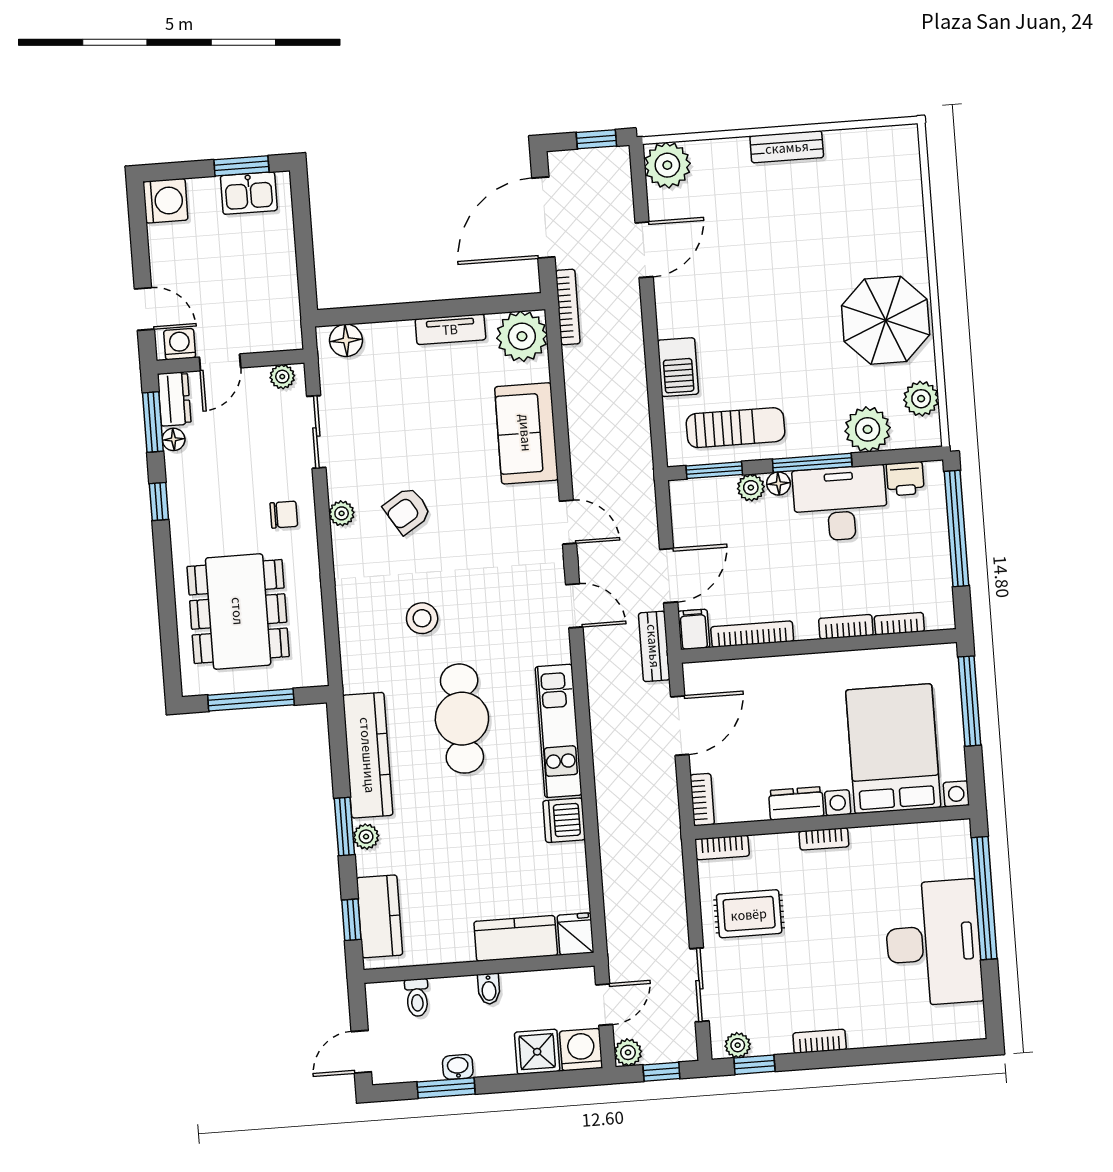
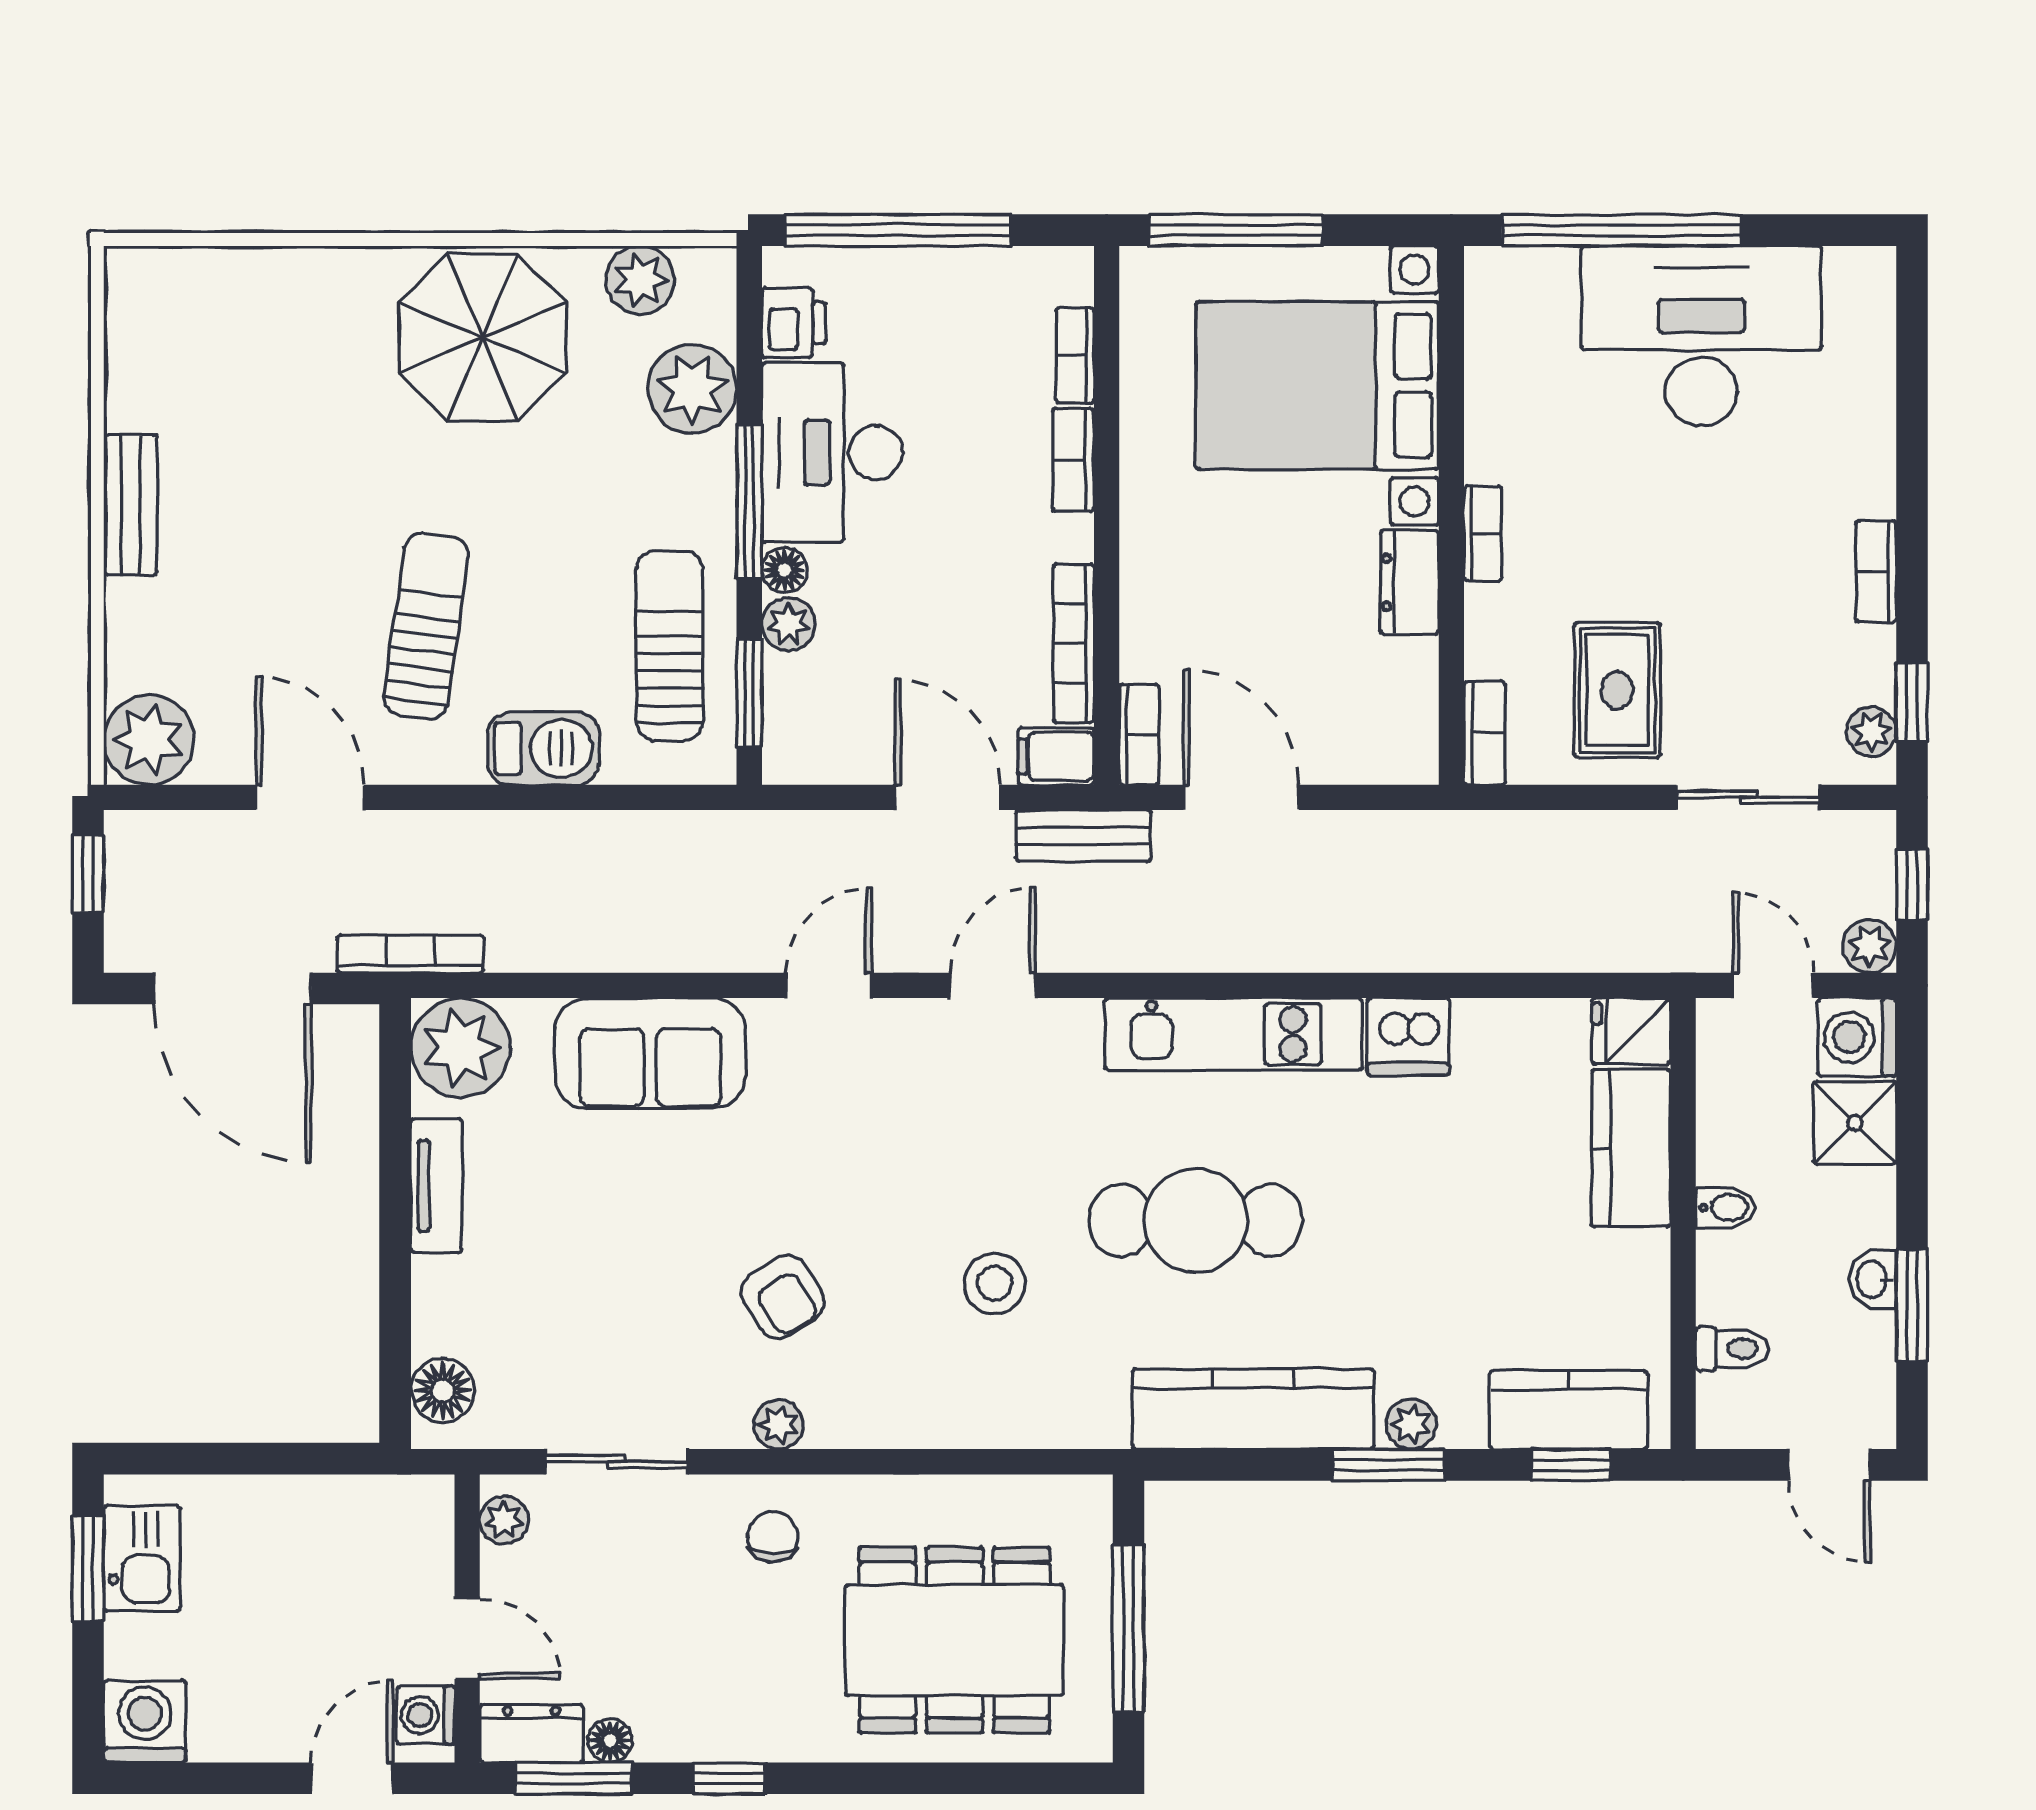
sun lounger: (736, 302) -> (426, 626), added
bookcase: (702, 800) -> (1139, 735), moved, turned 90

